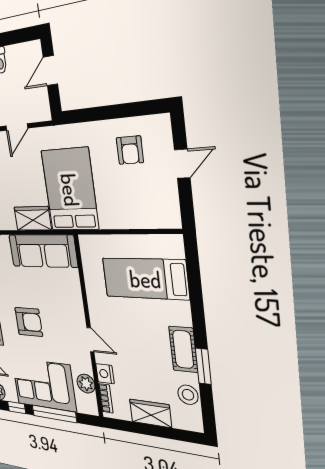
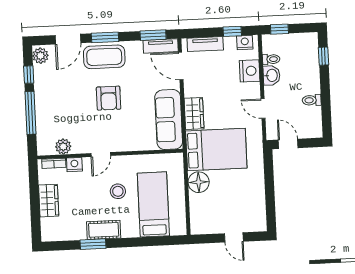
door: (50, 71) -> (288, 144), moved
armchair: (130, 150) -> (244, 200), removed
floor lamp: (112, 215) -> (199, 182), added
corner sofa: (44, 384) -> (55, 106), removed
stool: (188, 395) -> (118, 191), moved

